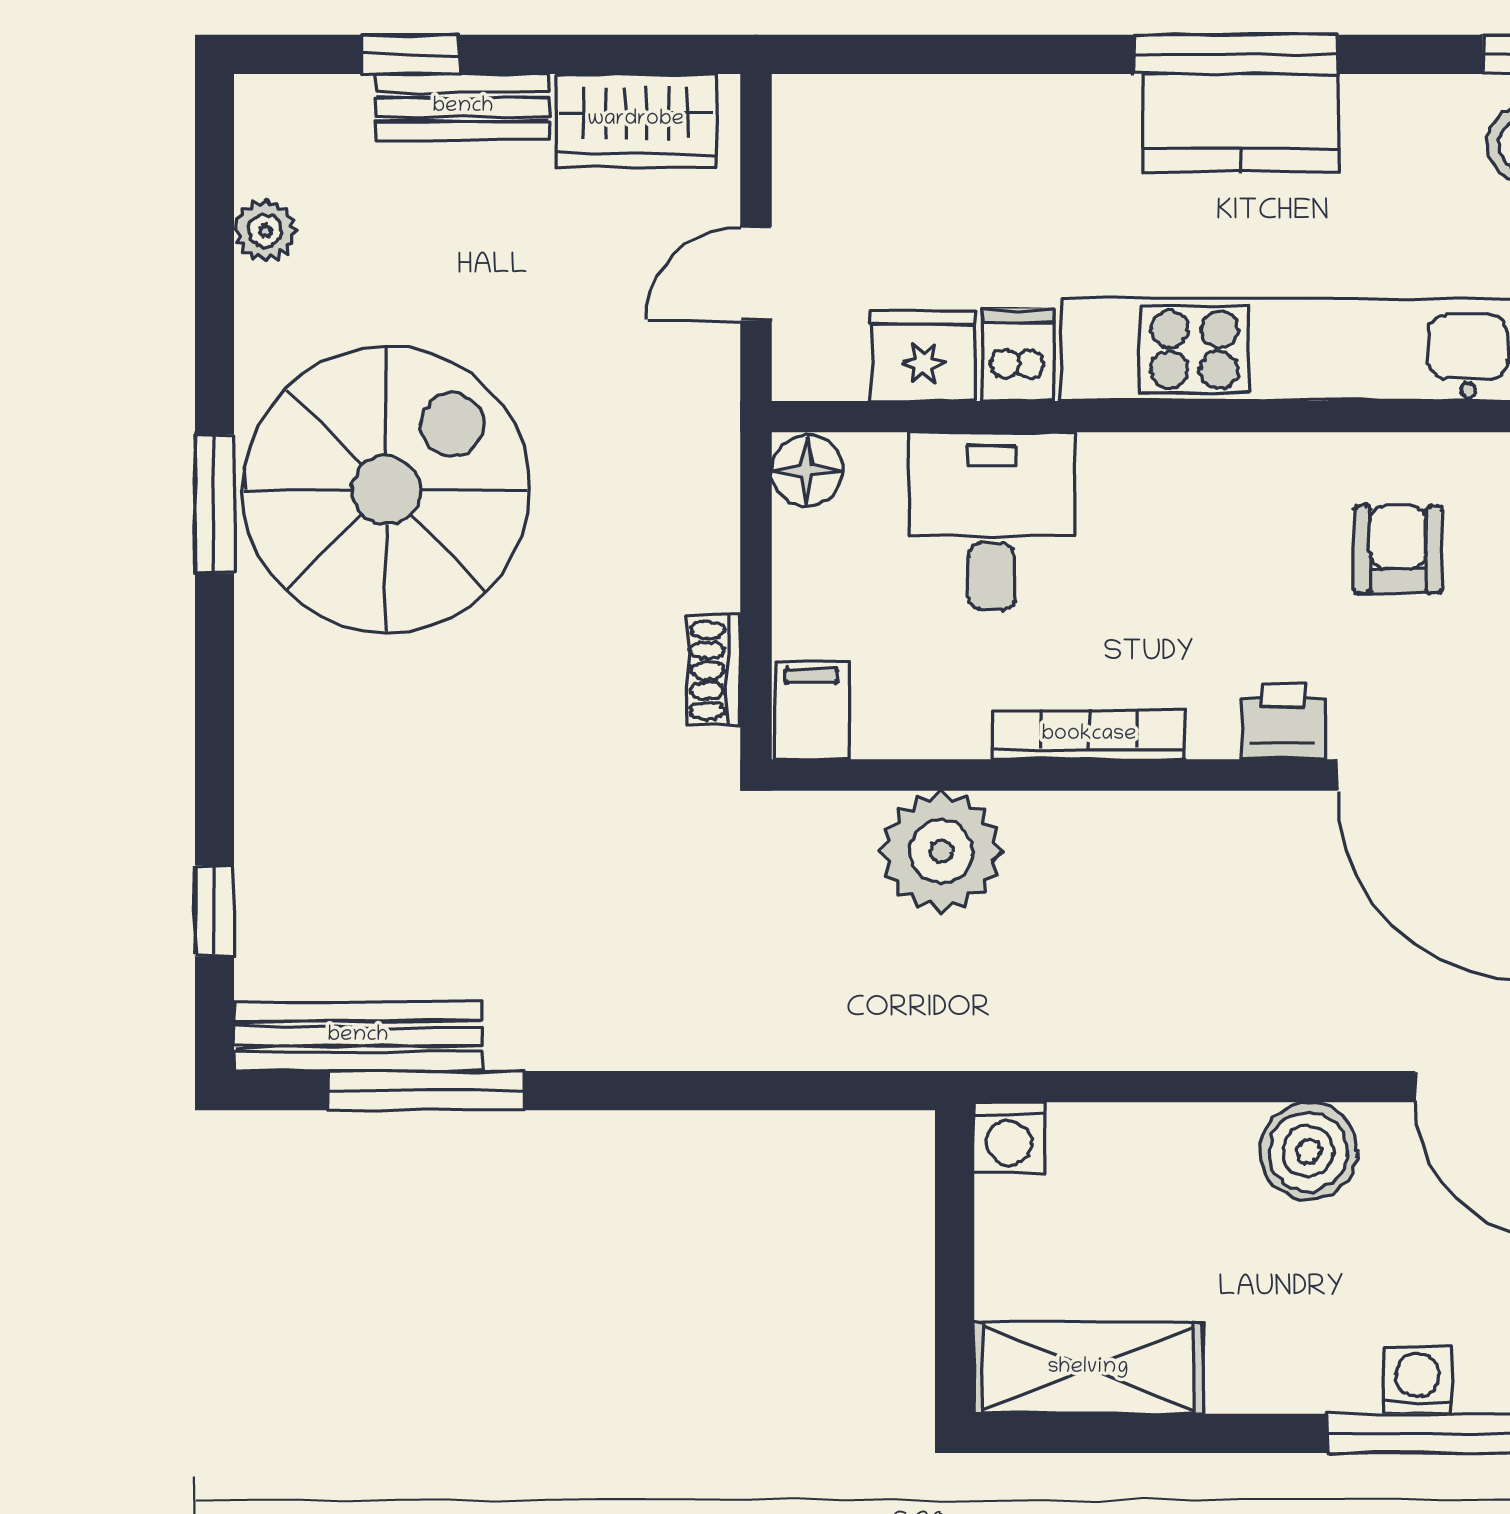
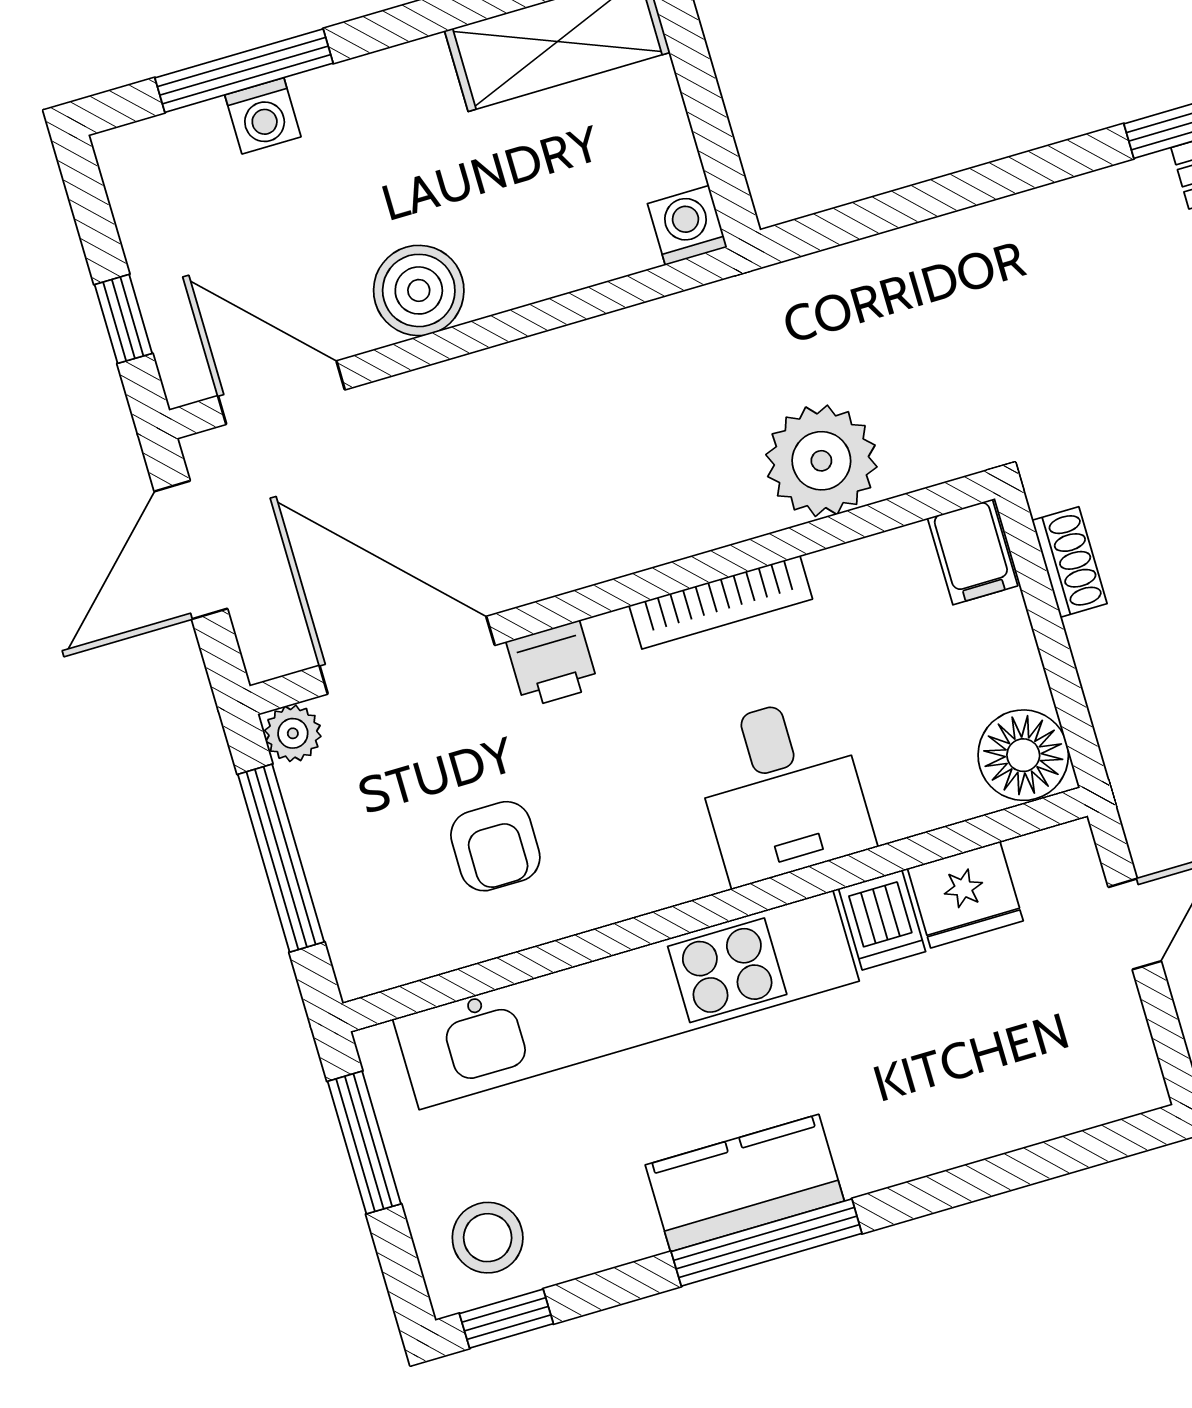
floor lamp: (807, 470) -> (1023, 755), width x1.38, depth x1.38
desk: (992, 521) -> (782, 789), moved

